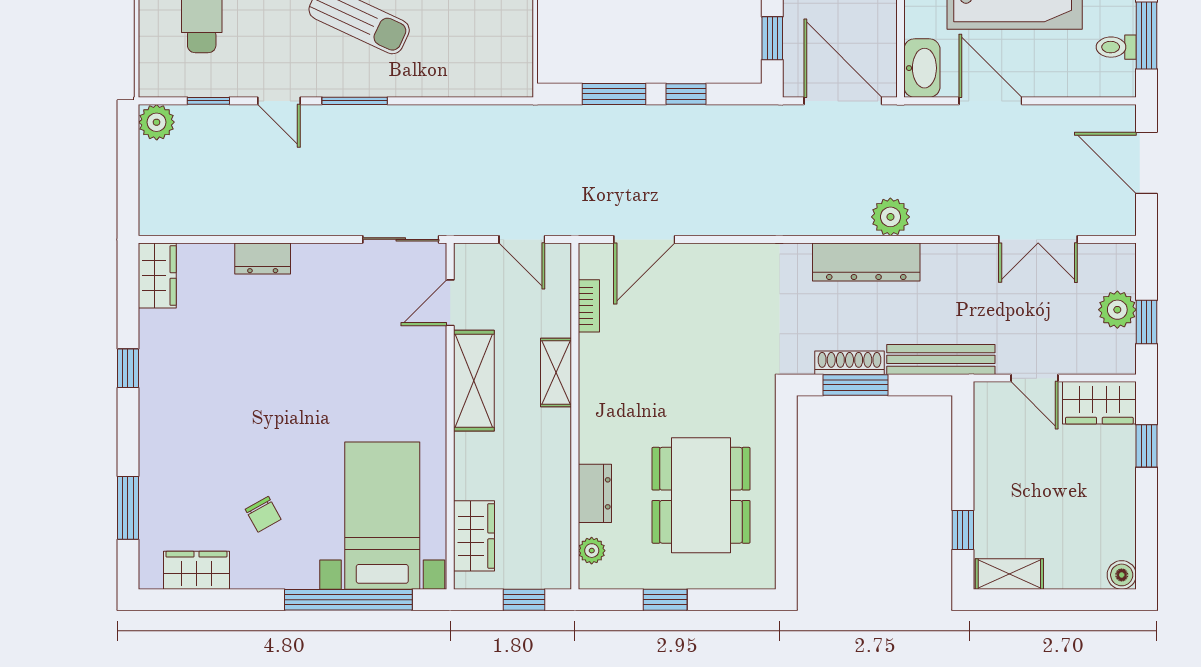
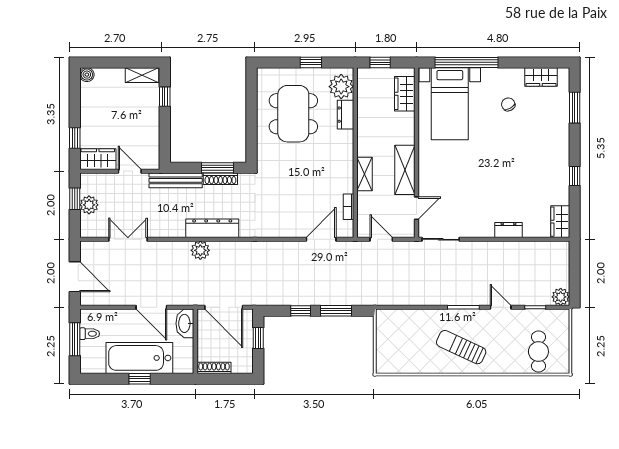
plant: (592, 551) -> (341, 87), width x1.87, depth x1.87

